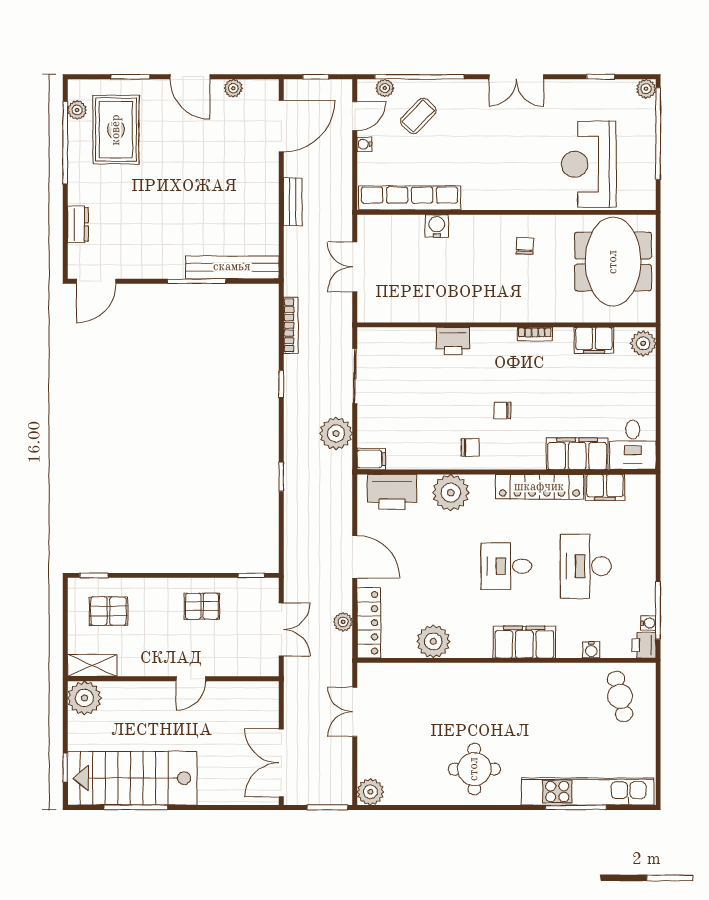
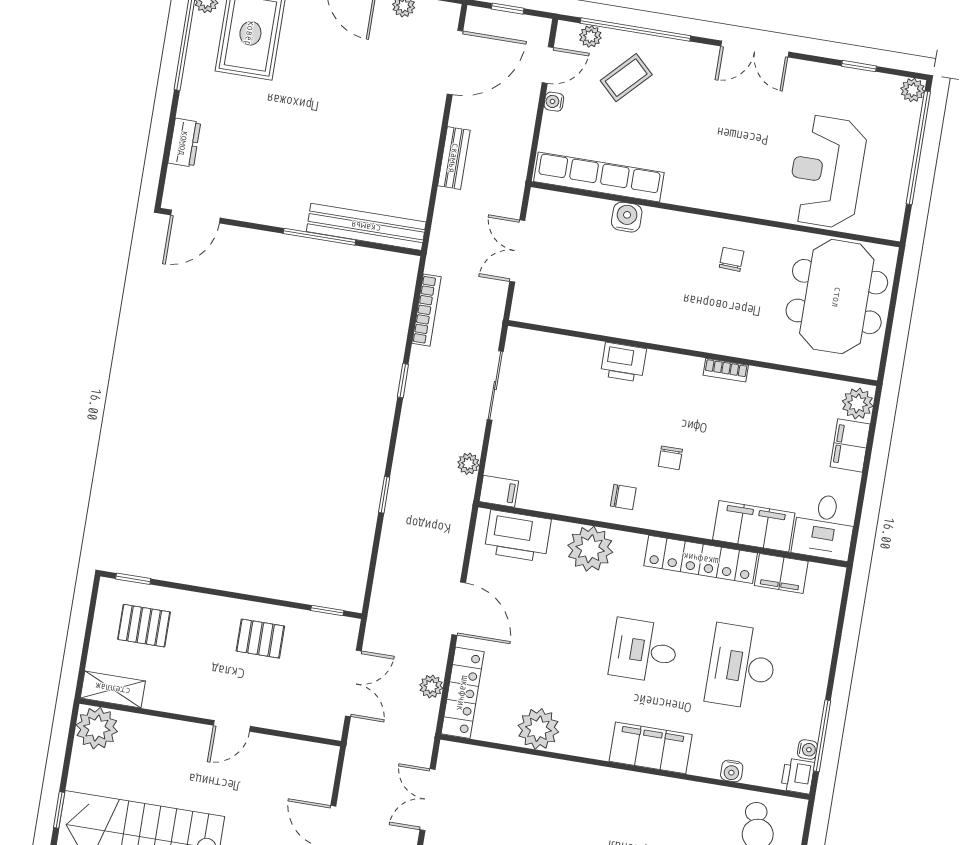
filing cabinet: (594, 340) -> (850, 445), moved, turned 90
chair: (502, 410) -> (670, 458), turned -90
plant: (336, 433) -> (468, 464), width x0.53, depth x0.53

